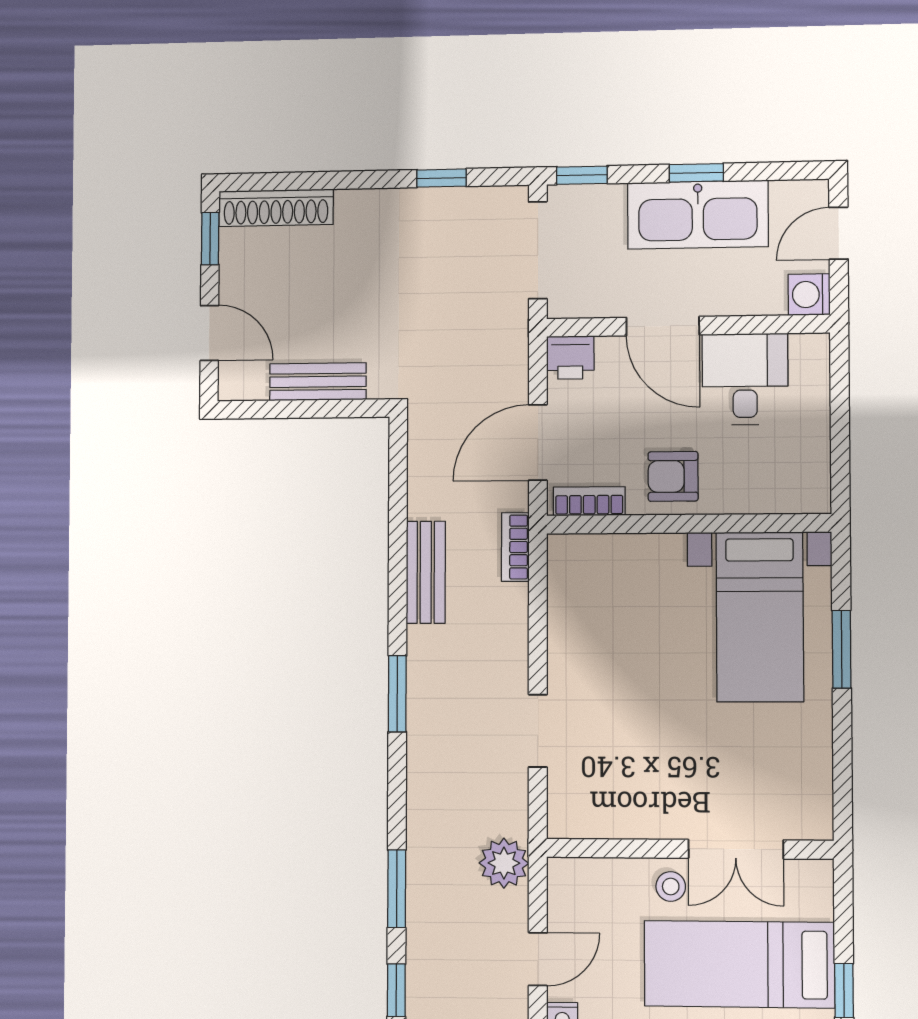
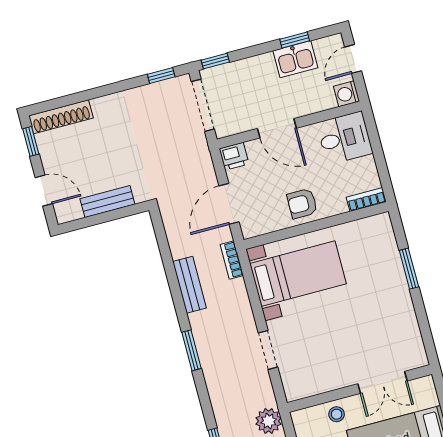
window: (696, 173) -> (295, 40), moved
window: (441, 178) -> (161, 75), moved
kitchen sink: (698, 215) -> (295, 59), width x0.53, depth x0.81
desk: (745, 379) -> (345, 138), moved, turned 90
bookcase: (589, 501) -> (366, 200), moved
bed with nightstands: (760, 617) -> (298, 274), moved, turned -90
stool: (671, 886) -> (337, 414), moved

